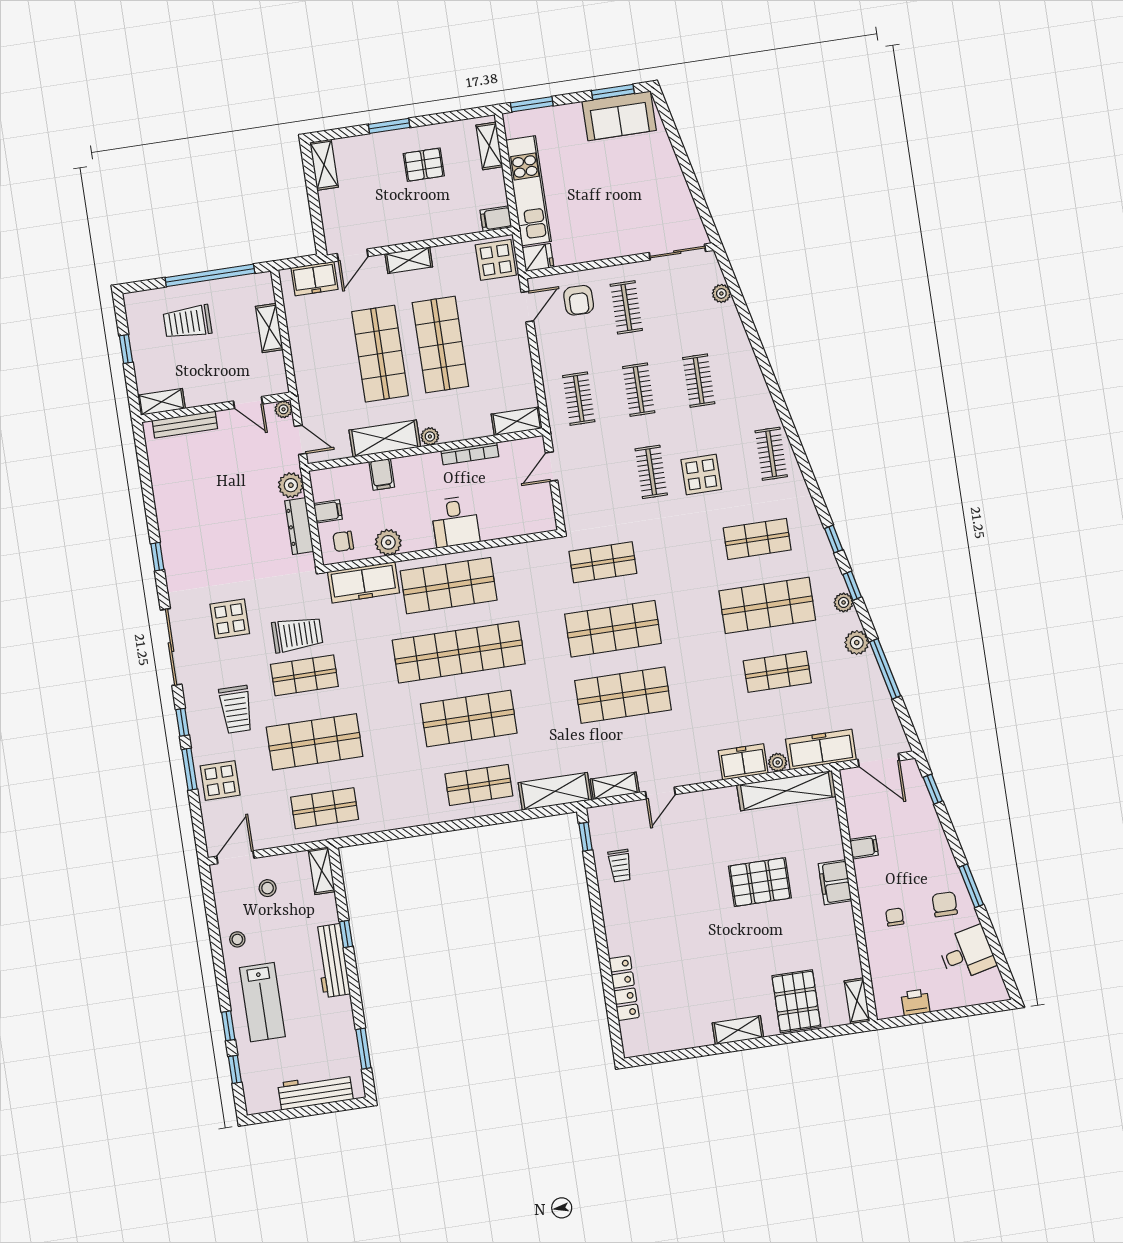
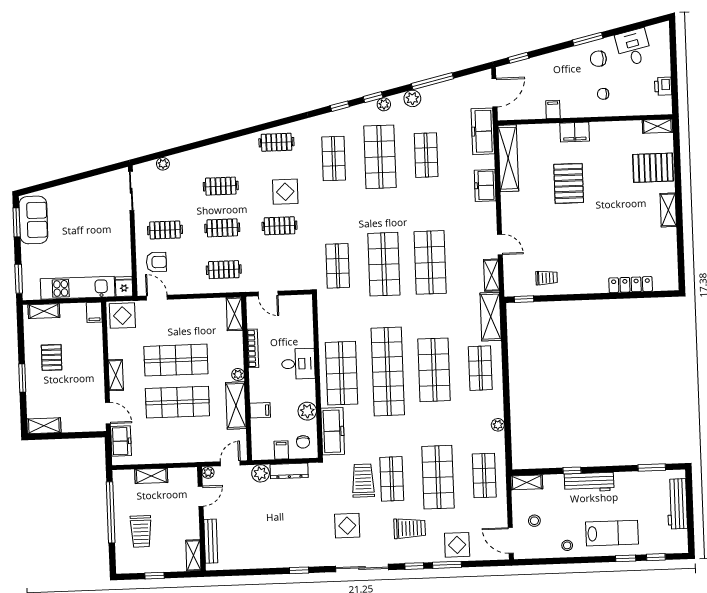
plant: (778, 762) -> (498, 425), moved

